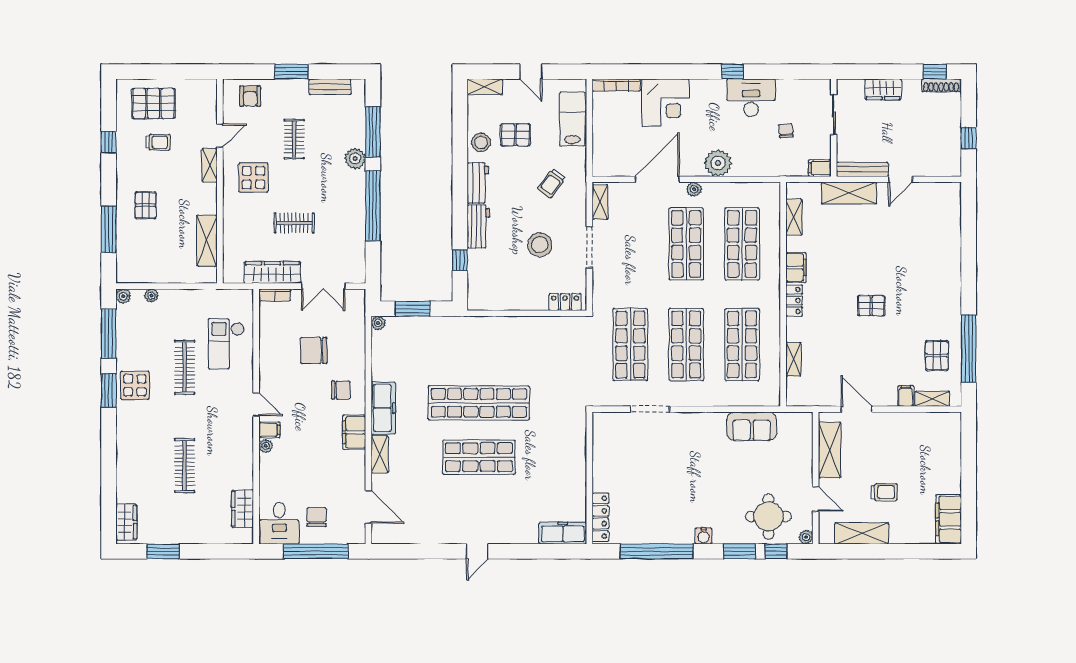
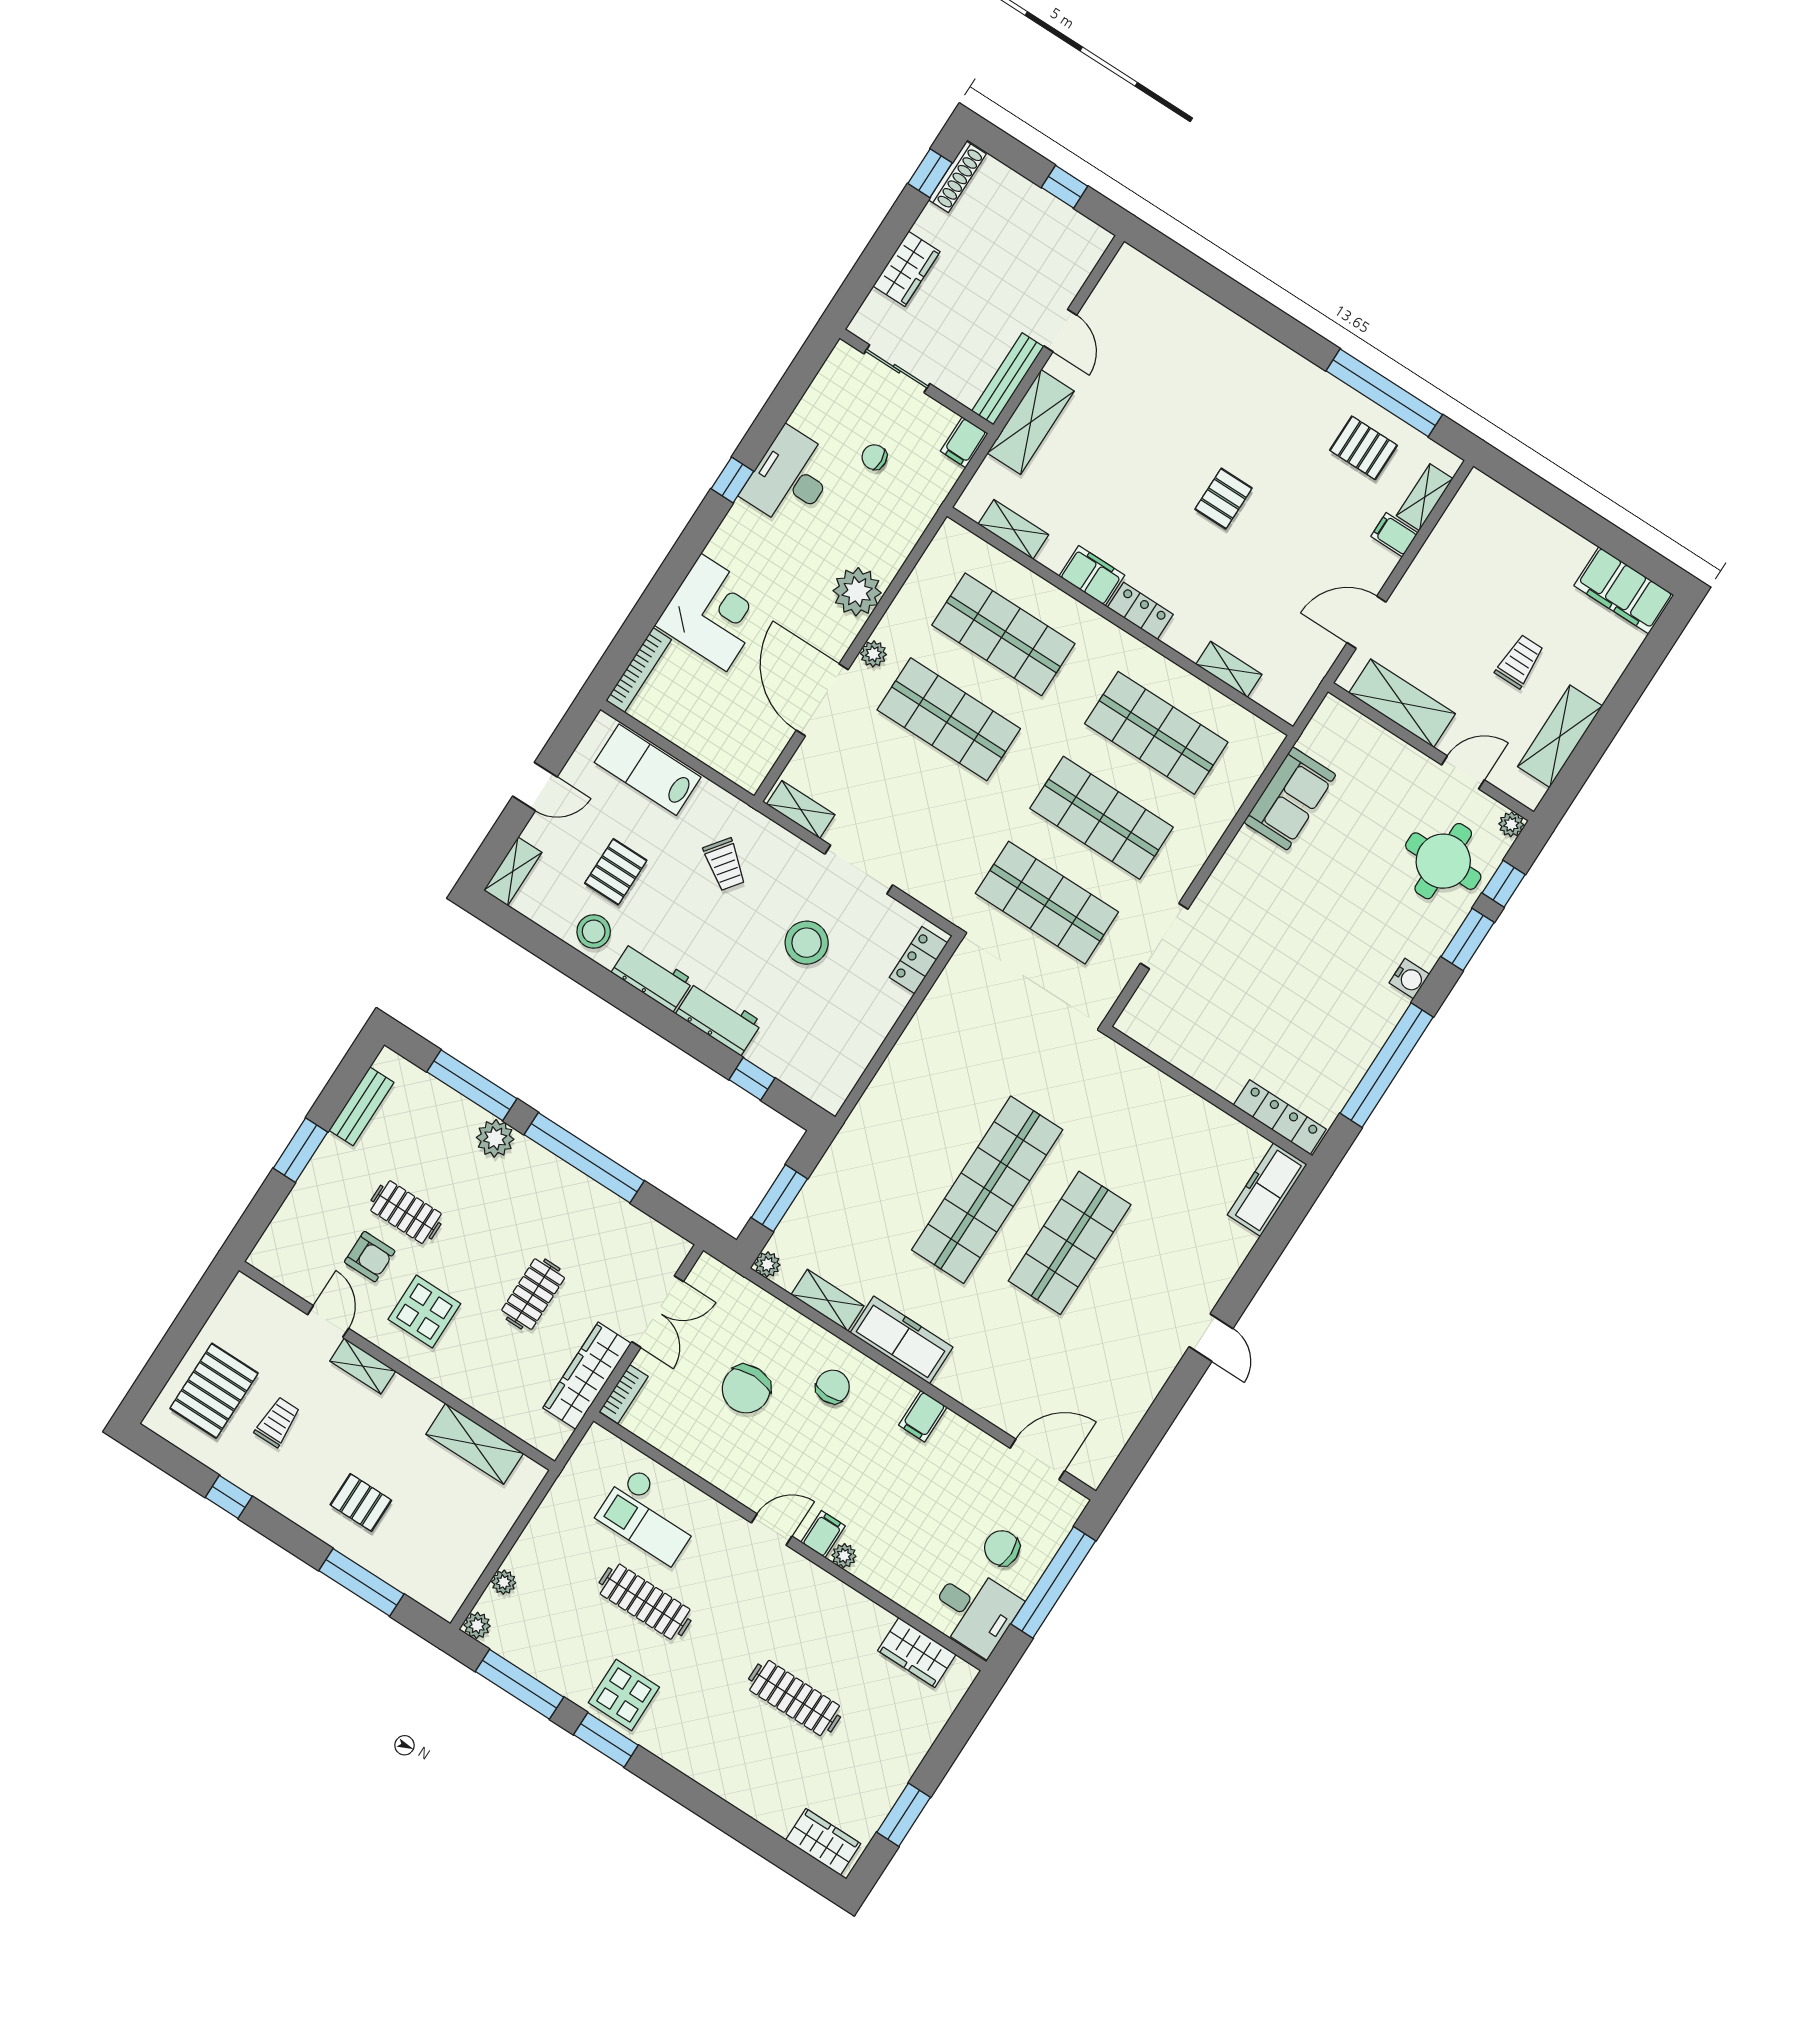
armchair: (250, 96) -> (370, 1257), moved
filing cabinet: (354, 432) -> (923, 1416), width x0.50
shelving: (380, 454) -> (828, 1300), moved

